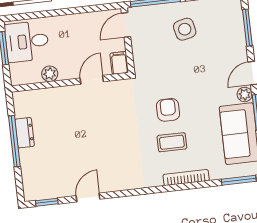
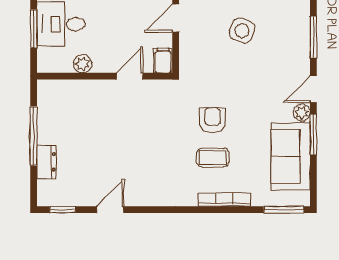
side table: (185, 29) -> (242, 31), turned 33
dresser: (25, 133) -> (46, 162), moved

